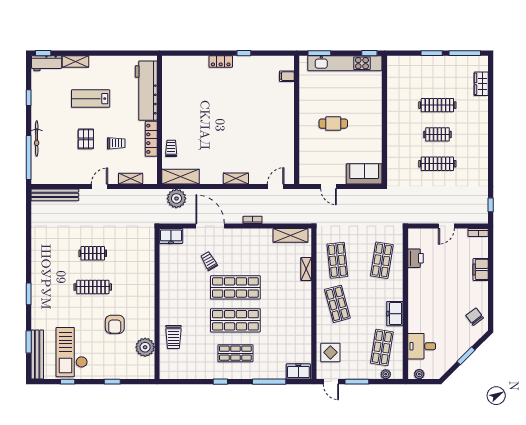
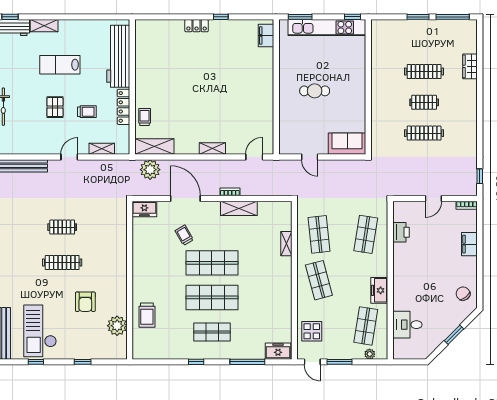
filing cabinet: (287, 76) -> (266, 35), width x2.00
wardrobe: (481, 84) -> (470, 66), moved
shelving: (291, 235) -> (239, 208), moved
plant: (419, 374) -> (405, 354), removed

